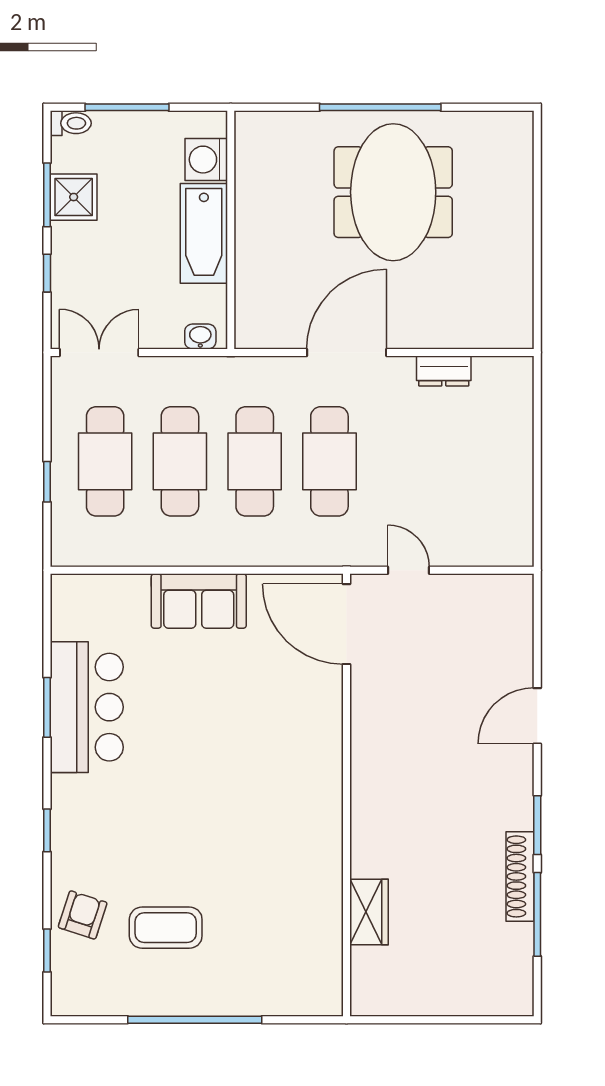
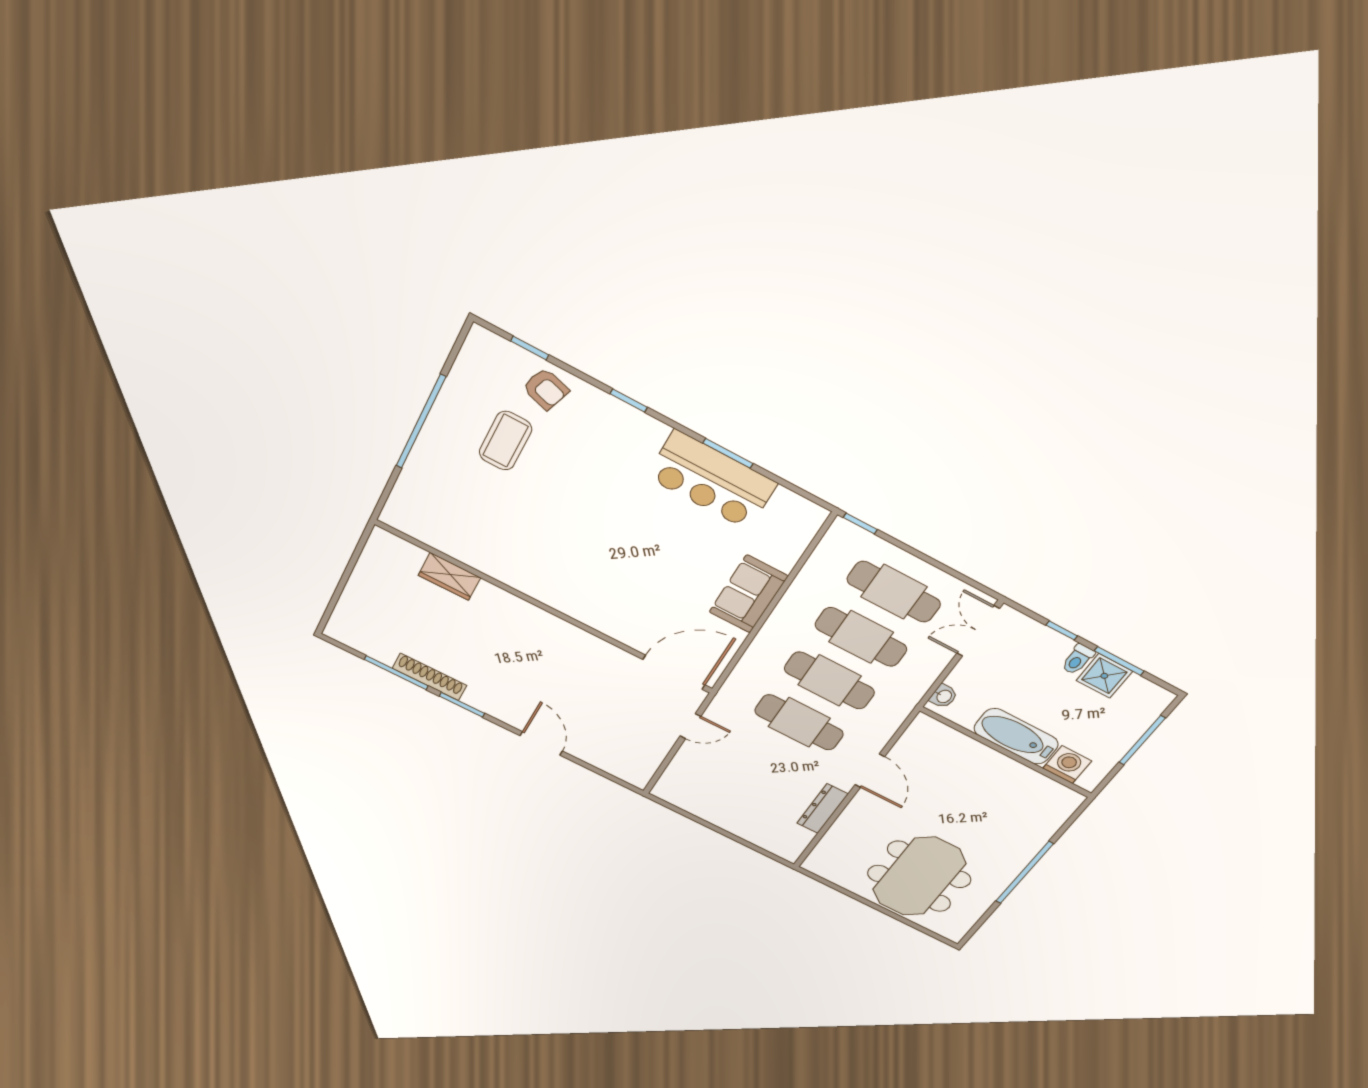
toilet: (71, 123) -> (1078, 659), moved
meeting table: (393, 192) -> (919, 876), moved, turned 90
double door: (99, 352) -> (978, 631), swing flipped
door: (347, 352) -> (870, 771), width x0.73
dresser: (444, 371) -> (823, 809), width x1.44
window: (47, 482) -> (860, 524), moved

